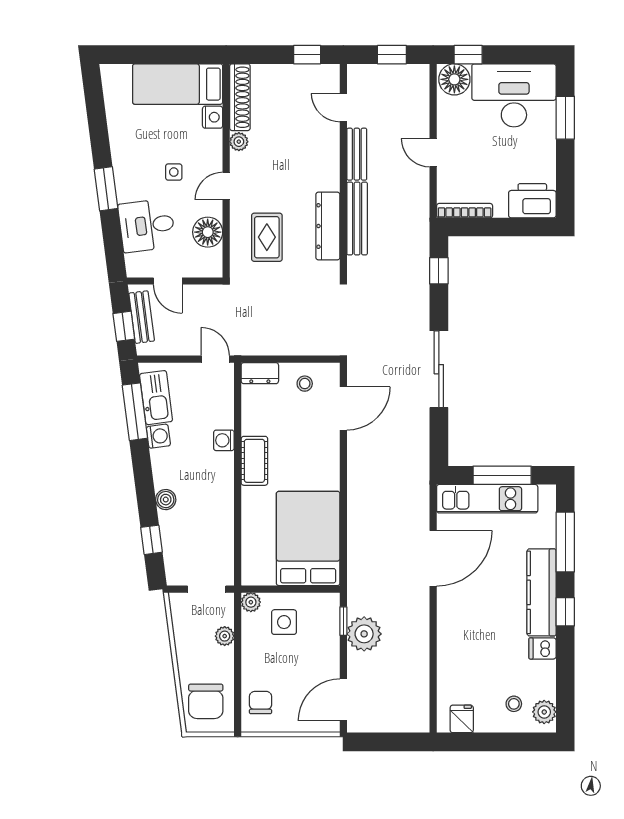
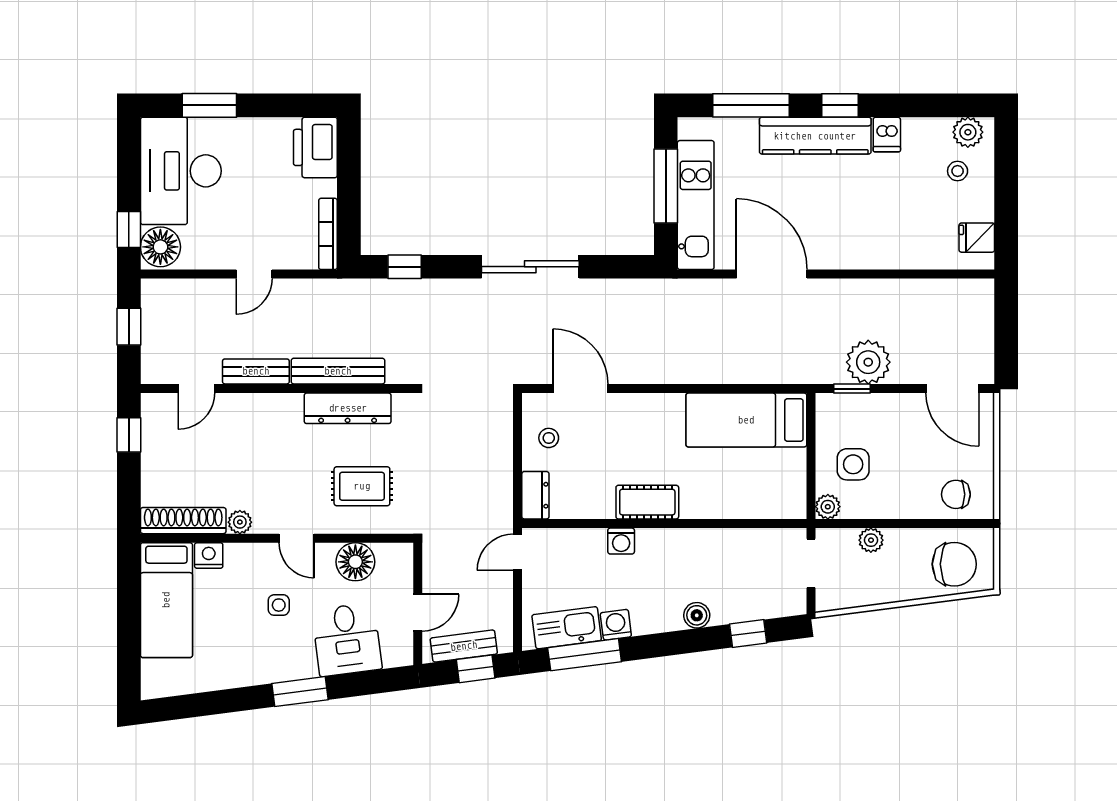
bed: (308, 538) -> (746, 420), width x0.67

